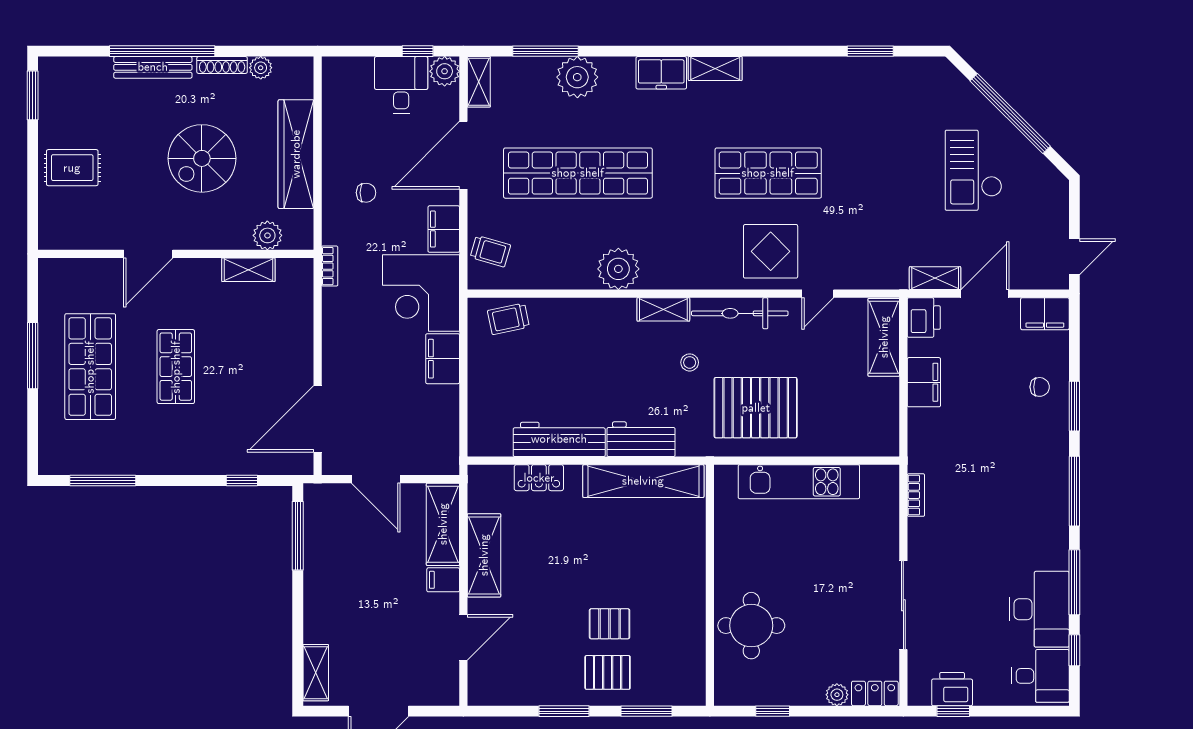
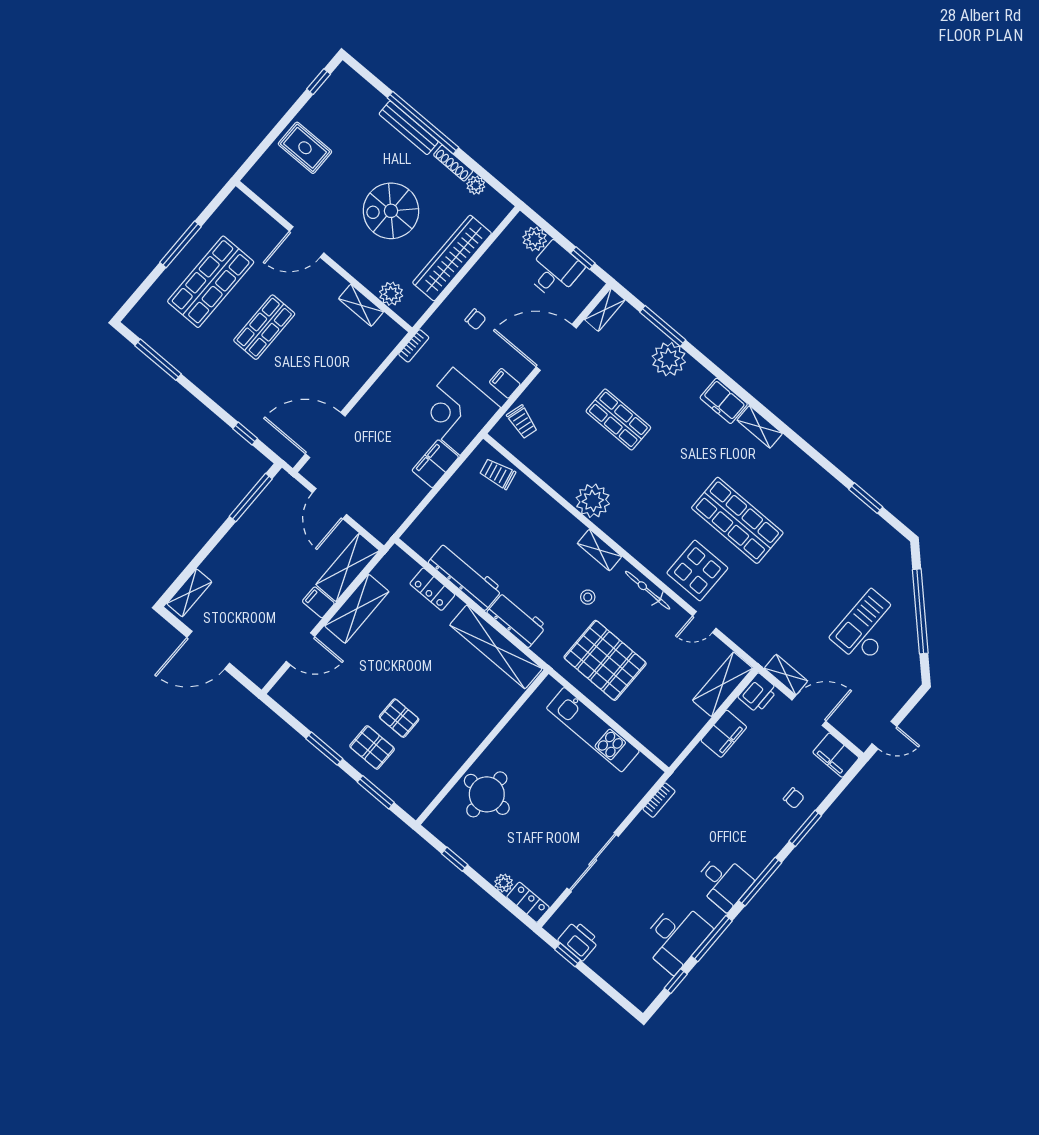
plant: (445, 71) -> (535, 239), moved
window: (33, 95) -> (319, 82), width x0.67
shop shelf: (578, 173) -> (618, 419), width x0.50, depth x0.74
filing cabinet: (444, 229) -> (505, 383), width x0.50
bicycle: (740, 313) -> (648, 590), width x0.73, depth x0.71
desk: (1040, 676) -> (723, 882), moved

